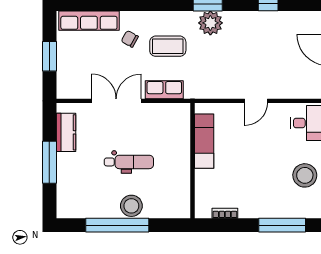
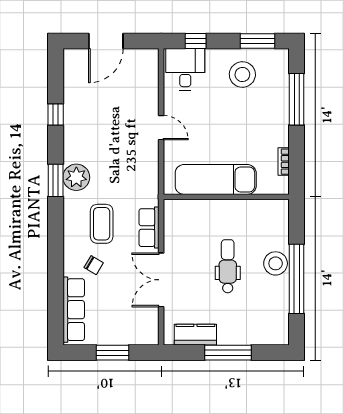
chair: (130, 39) -> (94, 265), turned -88
exam couch: (204, 141) -> (216, 179), width x1.36, depth x1.45

